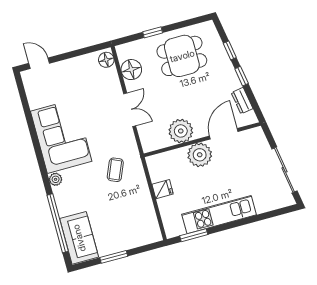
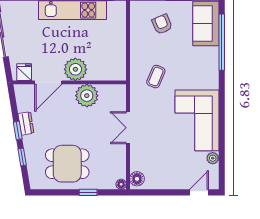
door: (39, 63) -> (199, 192), swing flipped
floor lamp: (131, 70) -> (121, 184), moved, width x0.53, depth x0.53
dresser: (242, 101) -> (26, 123), moved
plant: (56, 179) -> (213, 158), moved
fridge: (163, 189) -> (24, 72), moved, turned 90
armchair: (124, 225) -> (162, 24), added

